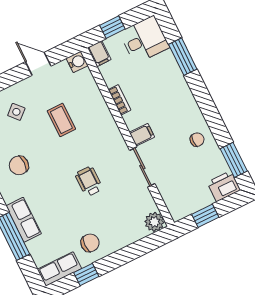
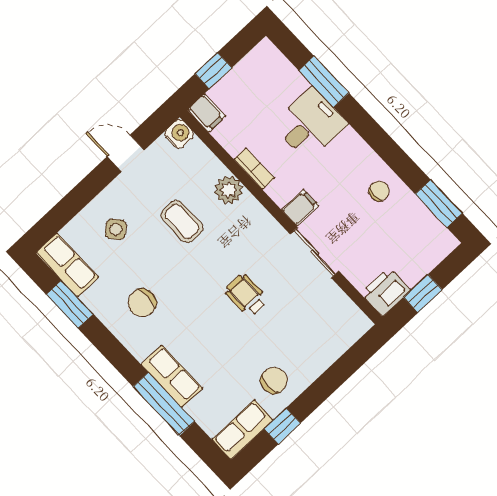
desk: (144, 40) -> (310, 124), moved
printer: (224, 186) -> (386, 292), moved
plant: (154, 222) -> (229, 190), moved

